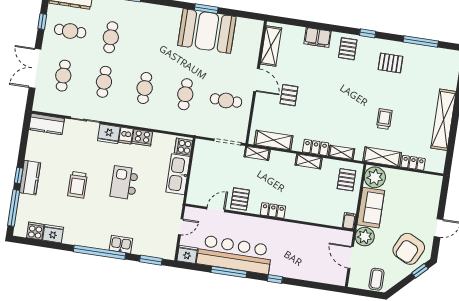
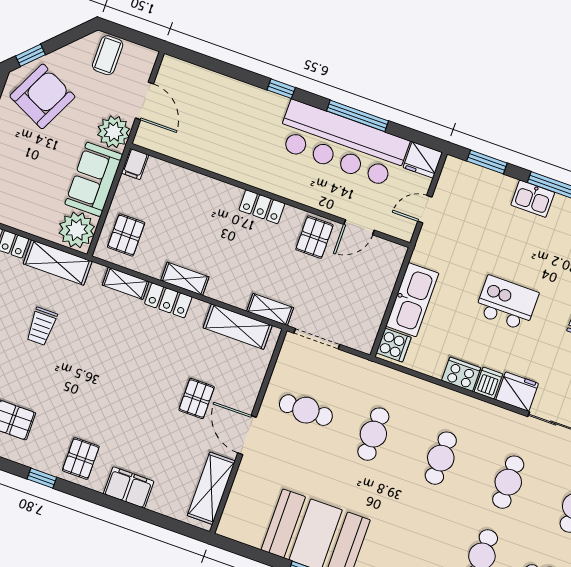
kitchen island: (124, 183) -> (507, 303), turned -90

